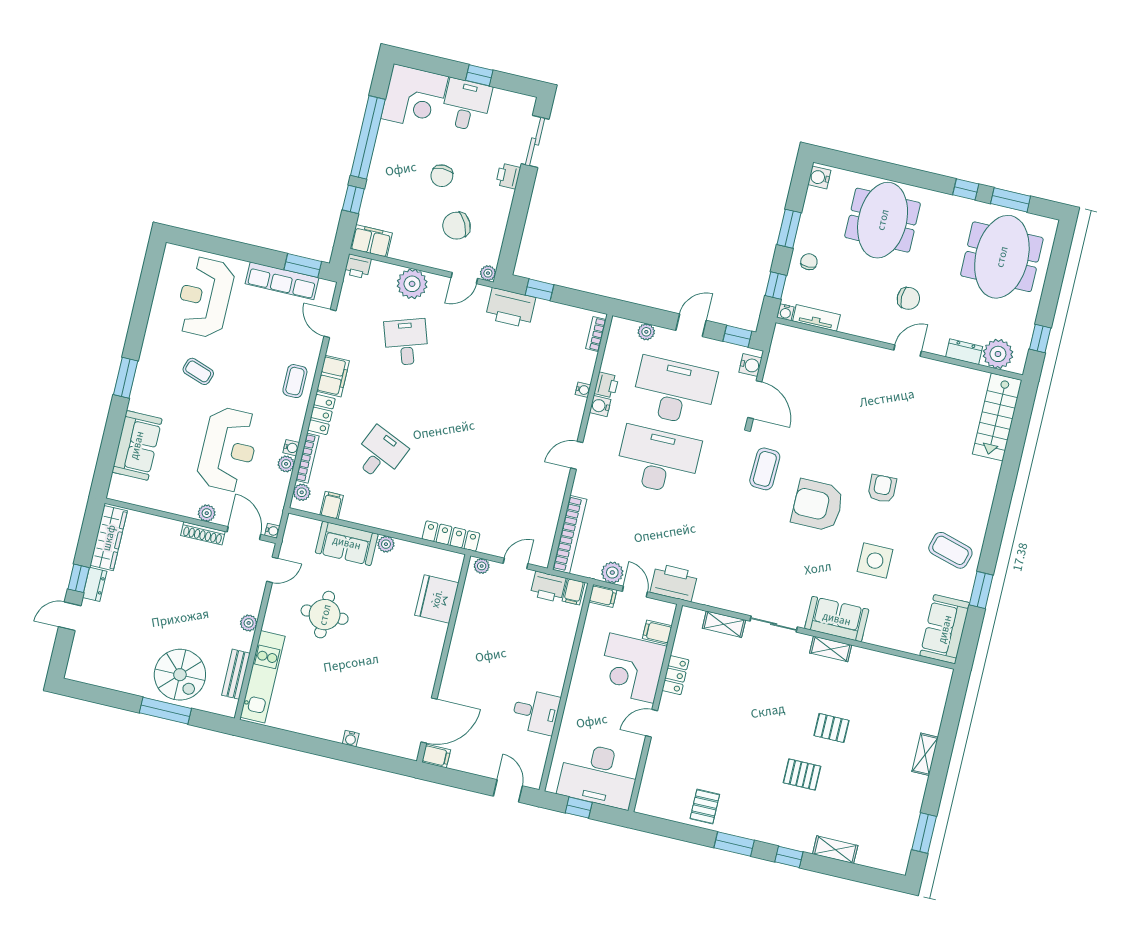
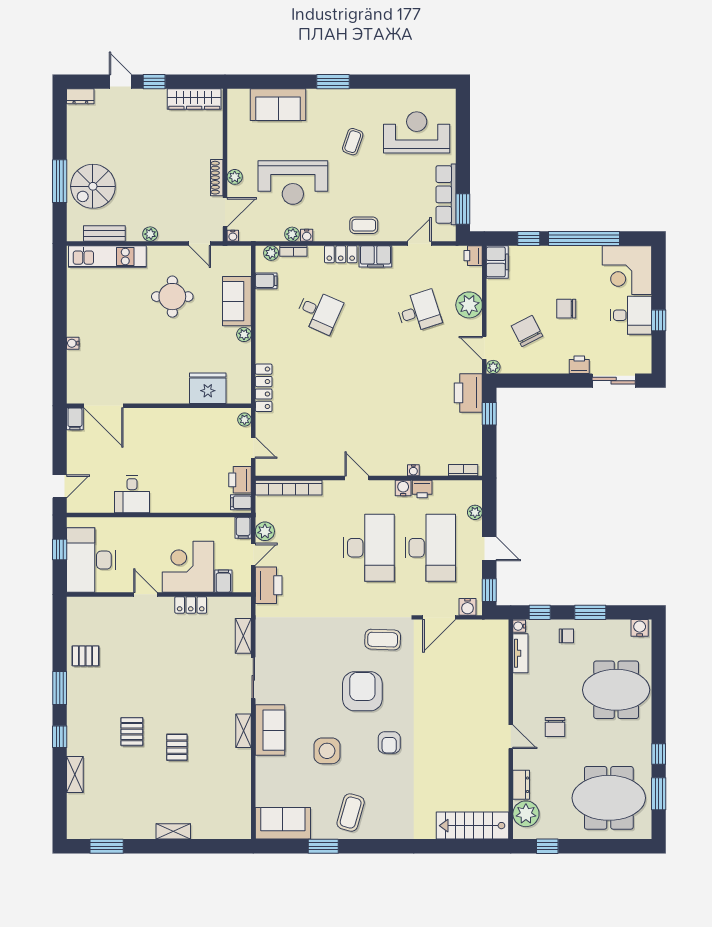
bookcase: (307, 458) -> (293, 251), width x0.64
armchair: (882, 489) -> (389, 743), turned 92
dresser: (95, 584) -> (80, 96), moved

